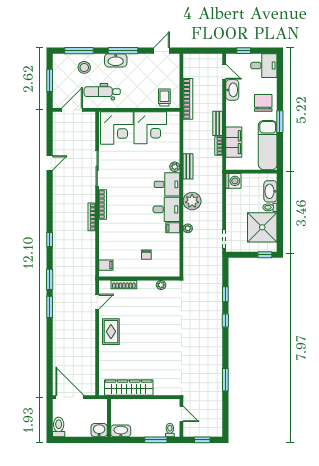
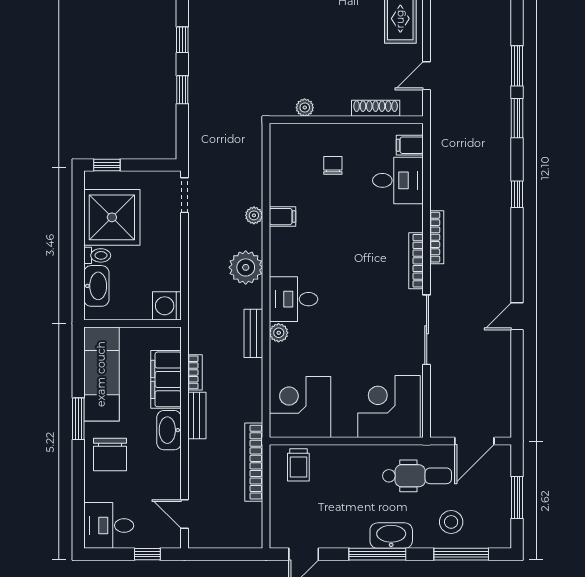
washbasin: (232, 90) -> (169, 430), moved
corner desk: (150, 128) -> (300, 407), moved
door: (50, 163) -> (517, 316), moved
desk: (166, 209) -> (398, 180), moved, turned 180

